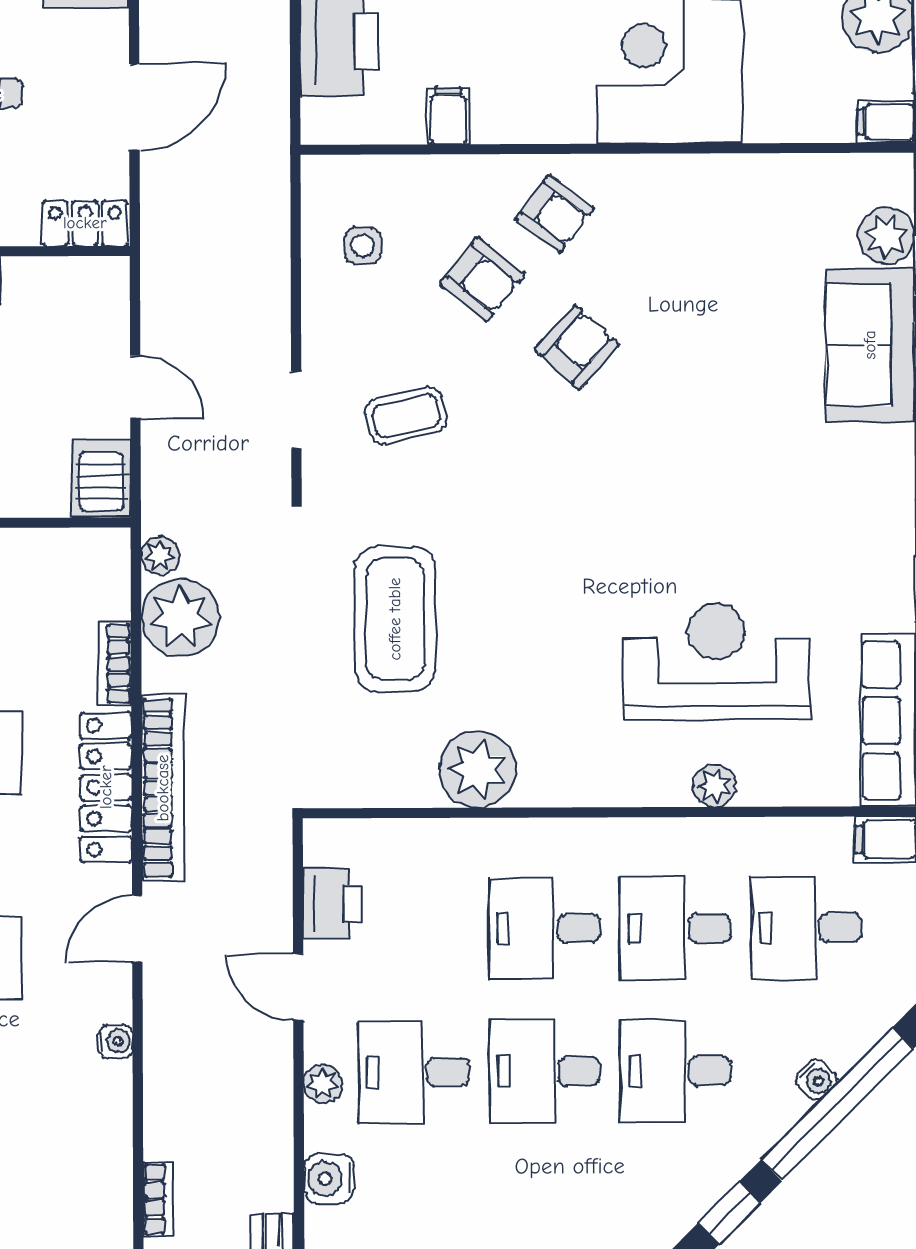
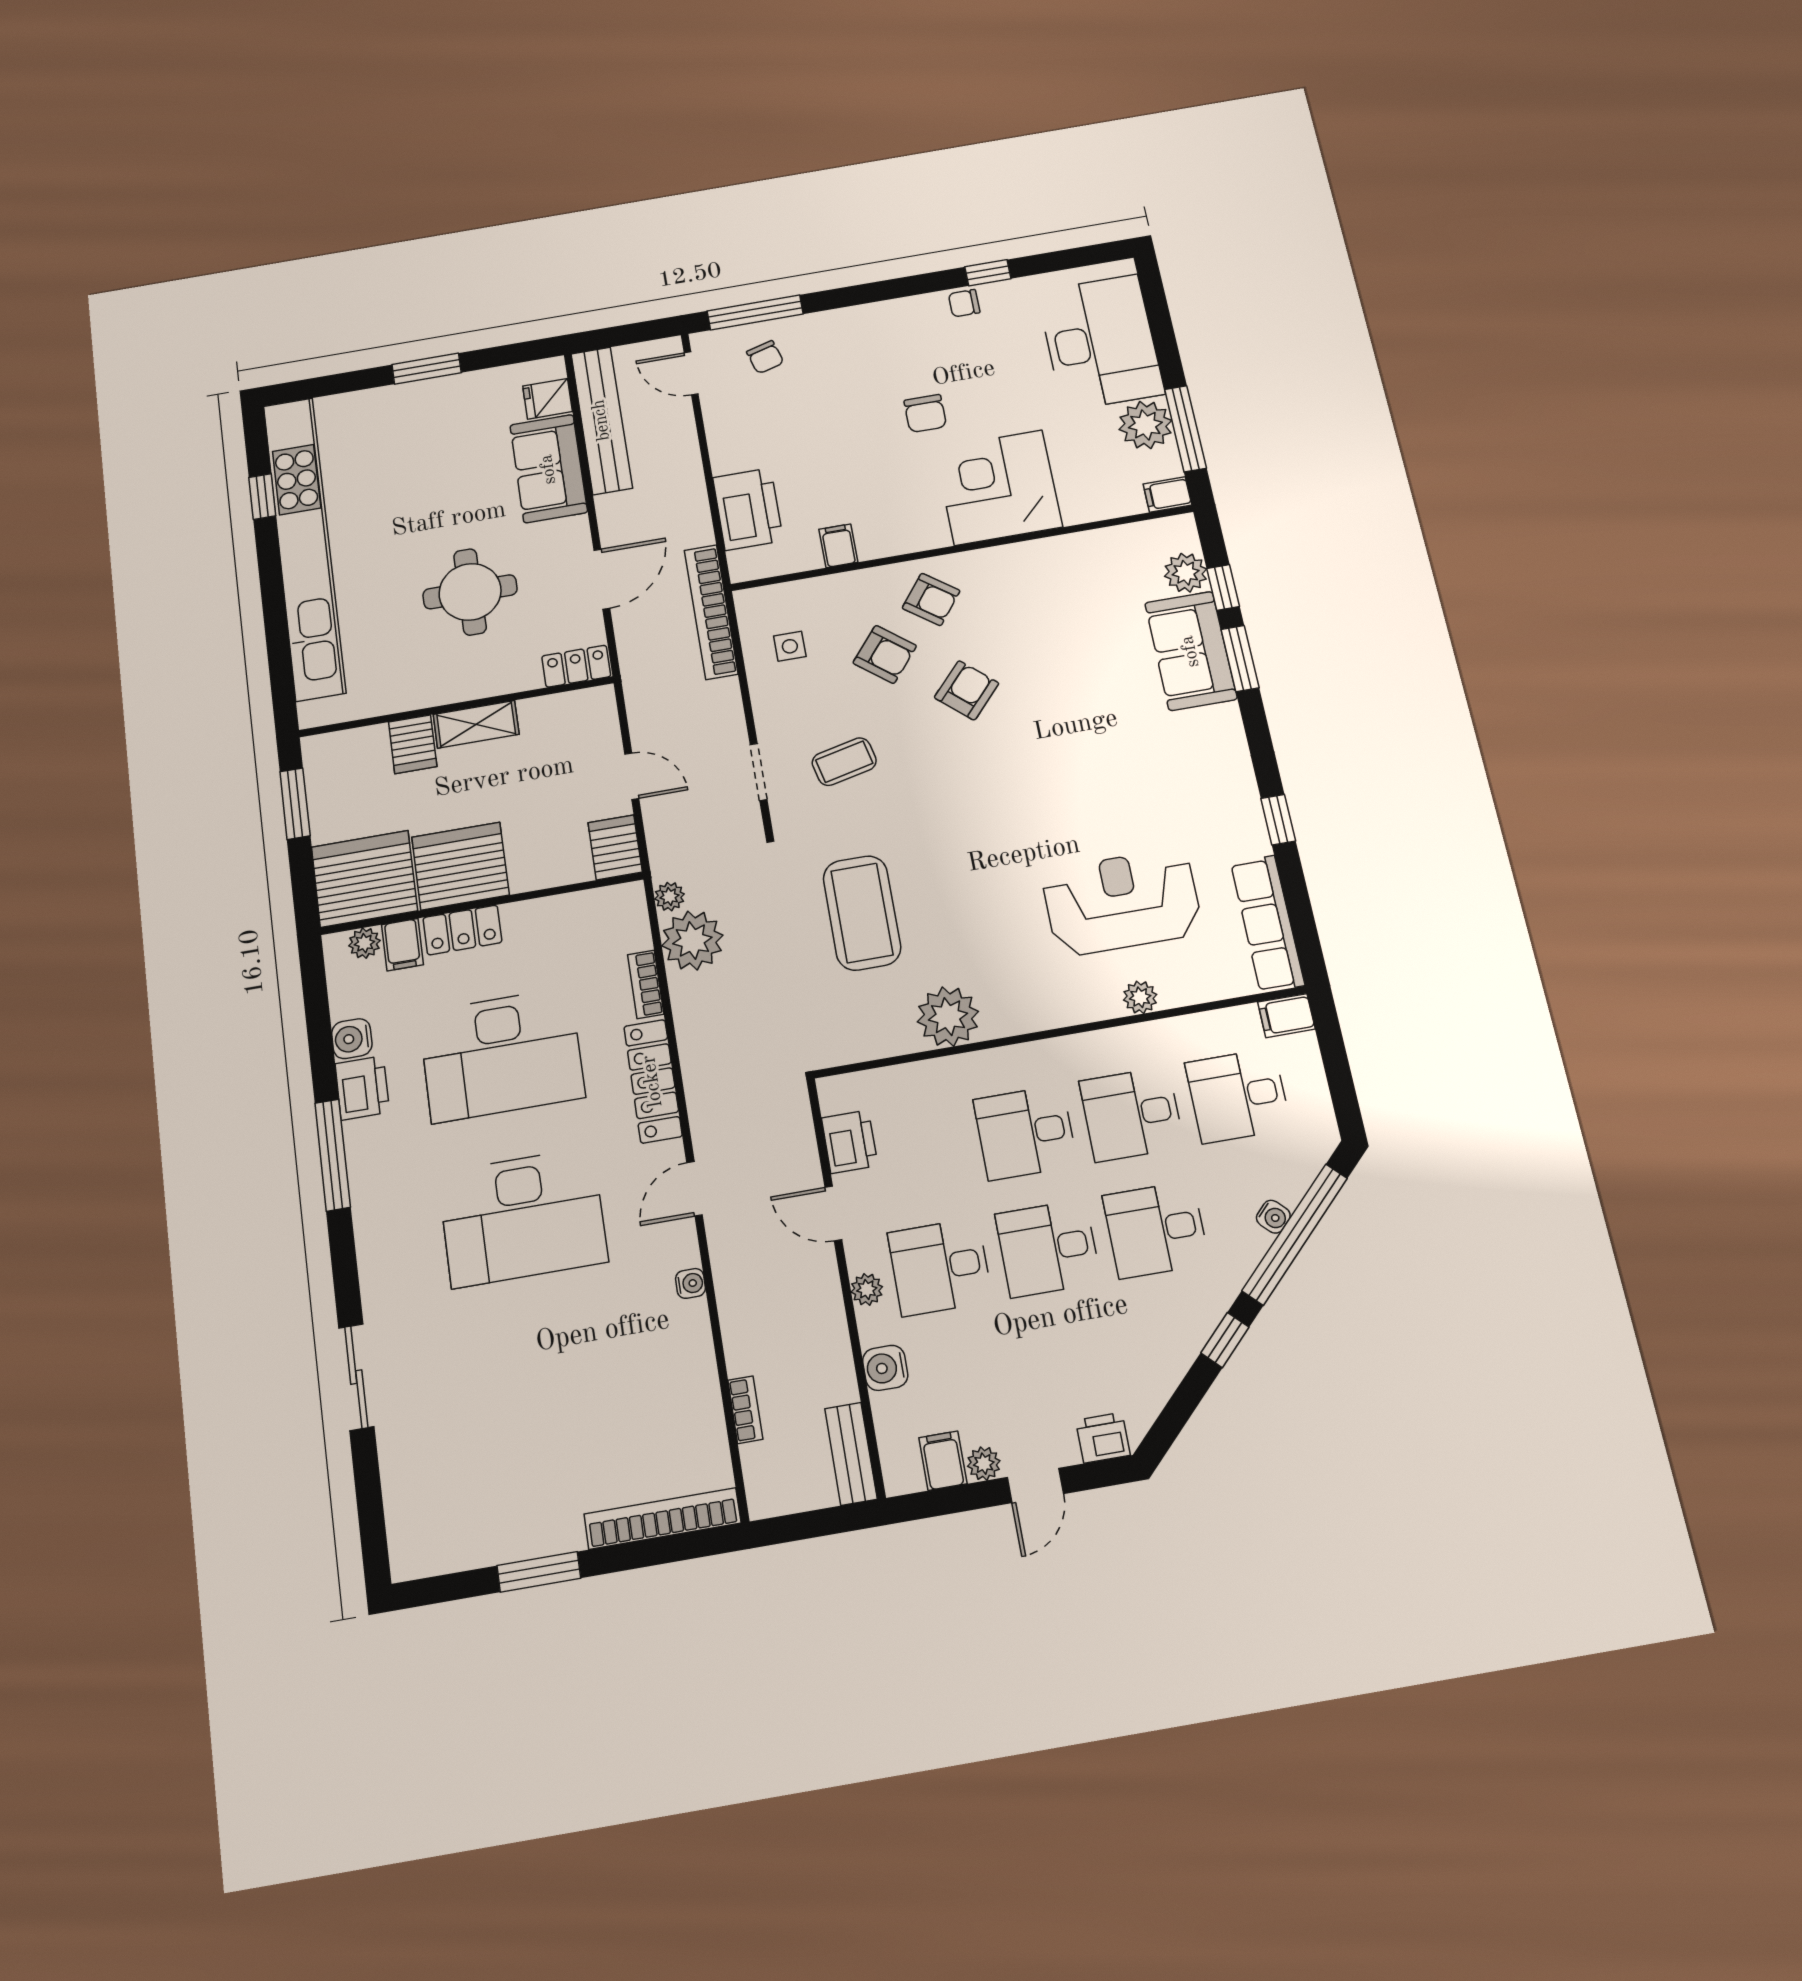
bookcase: (163, 788) -> (711, 612), moved, turned 180

